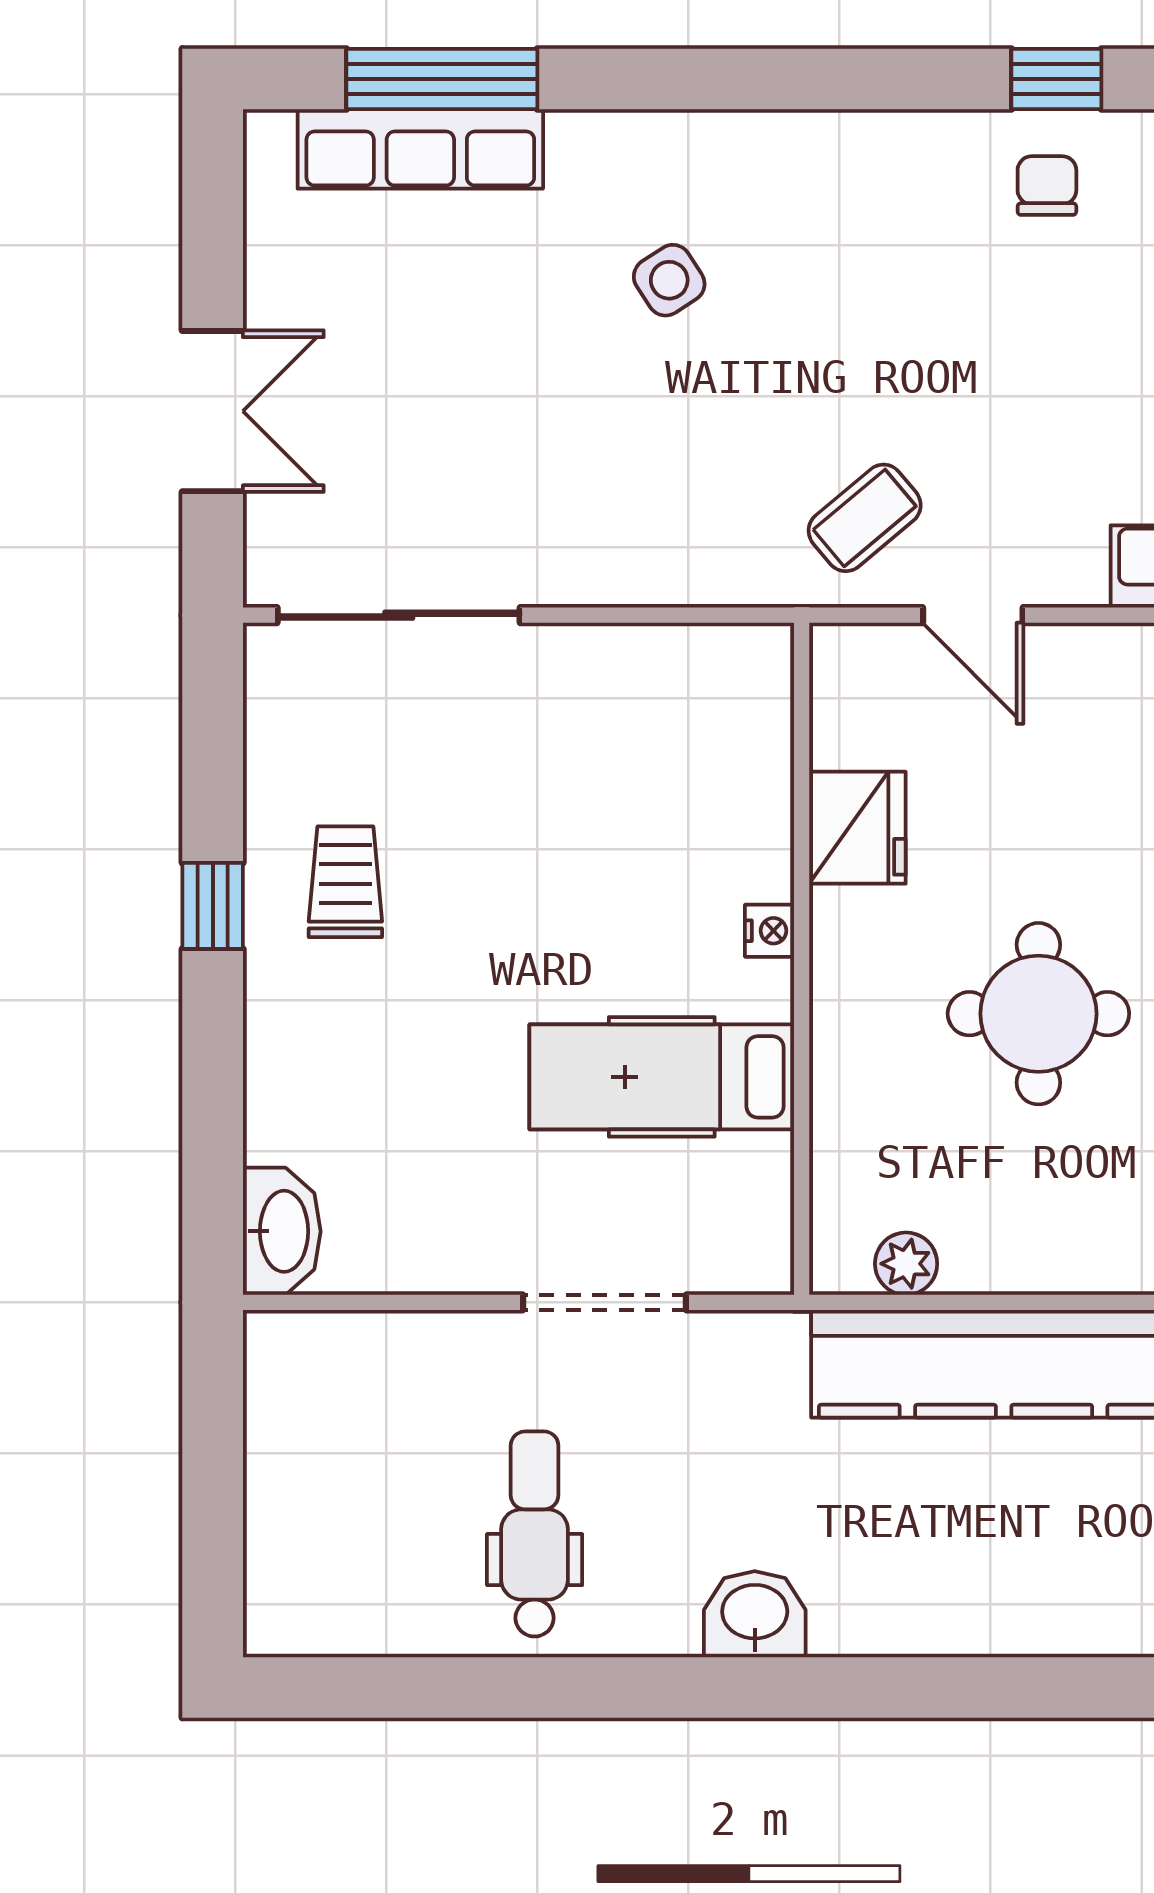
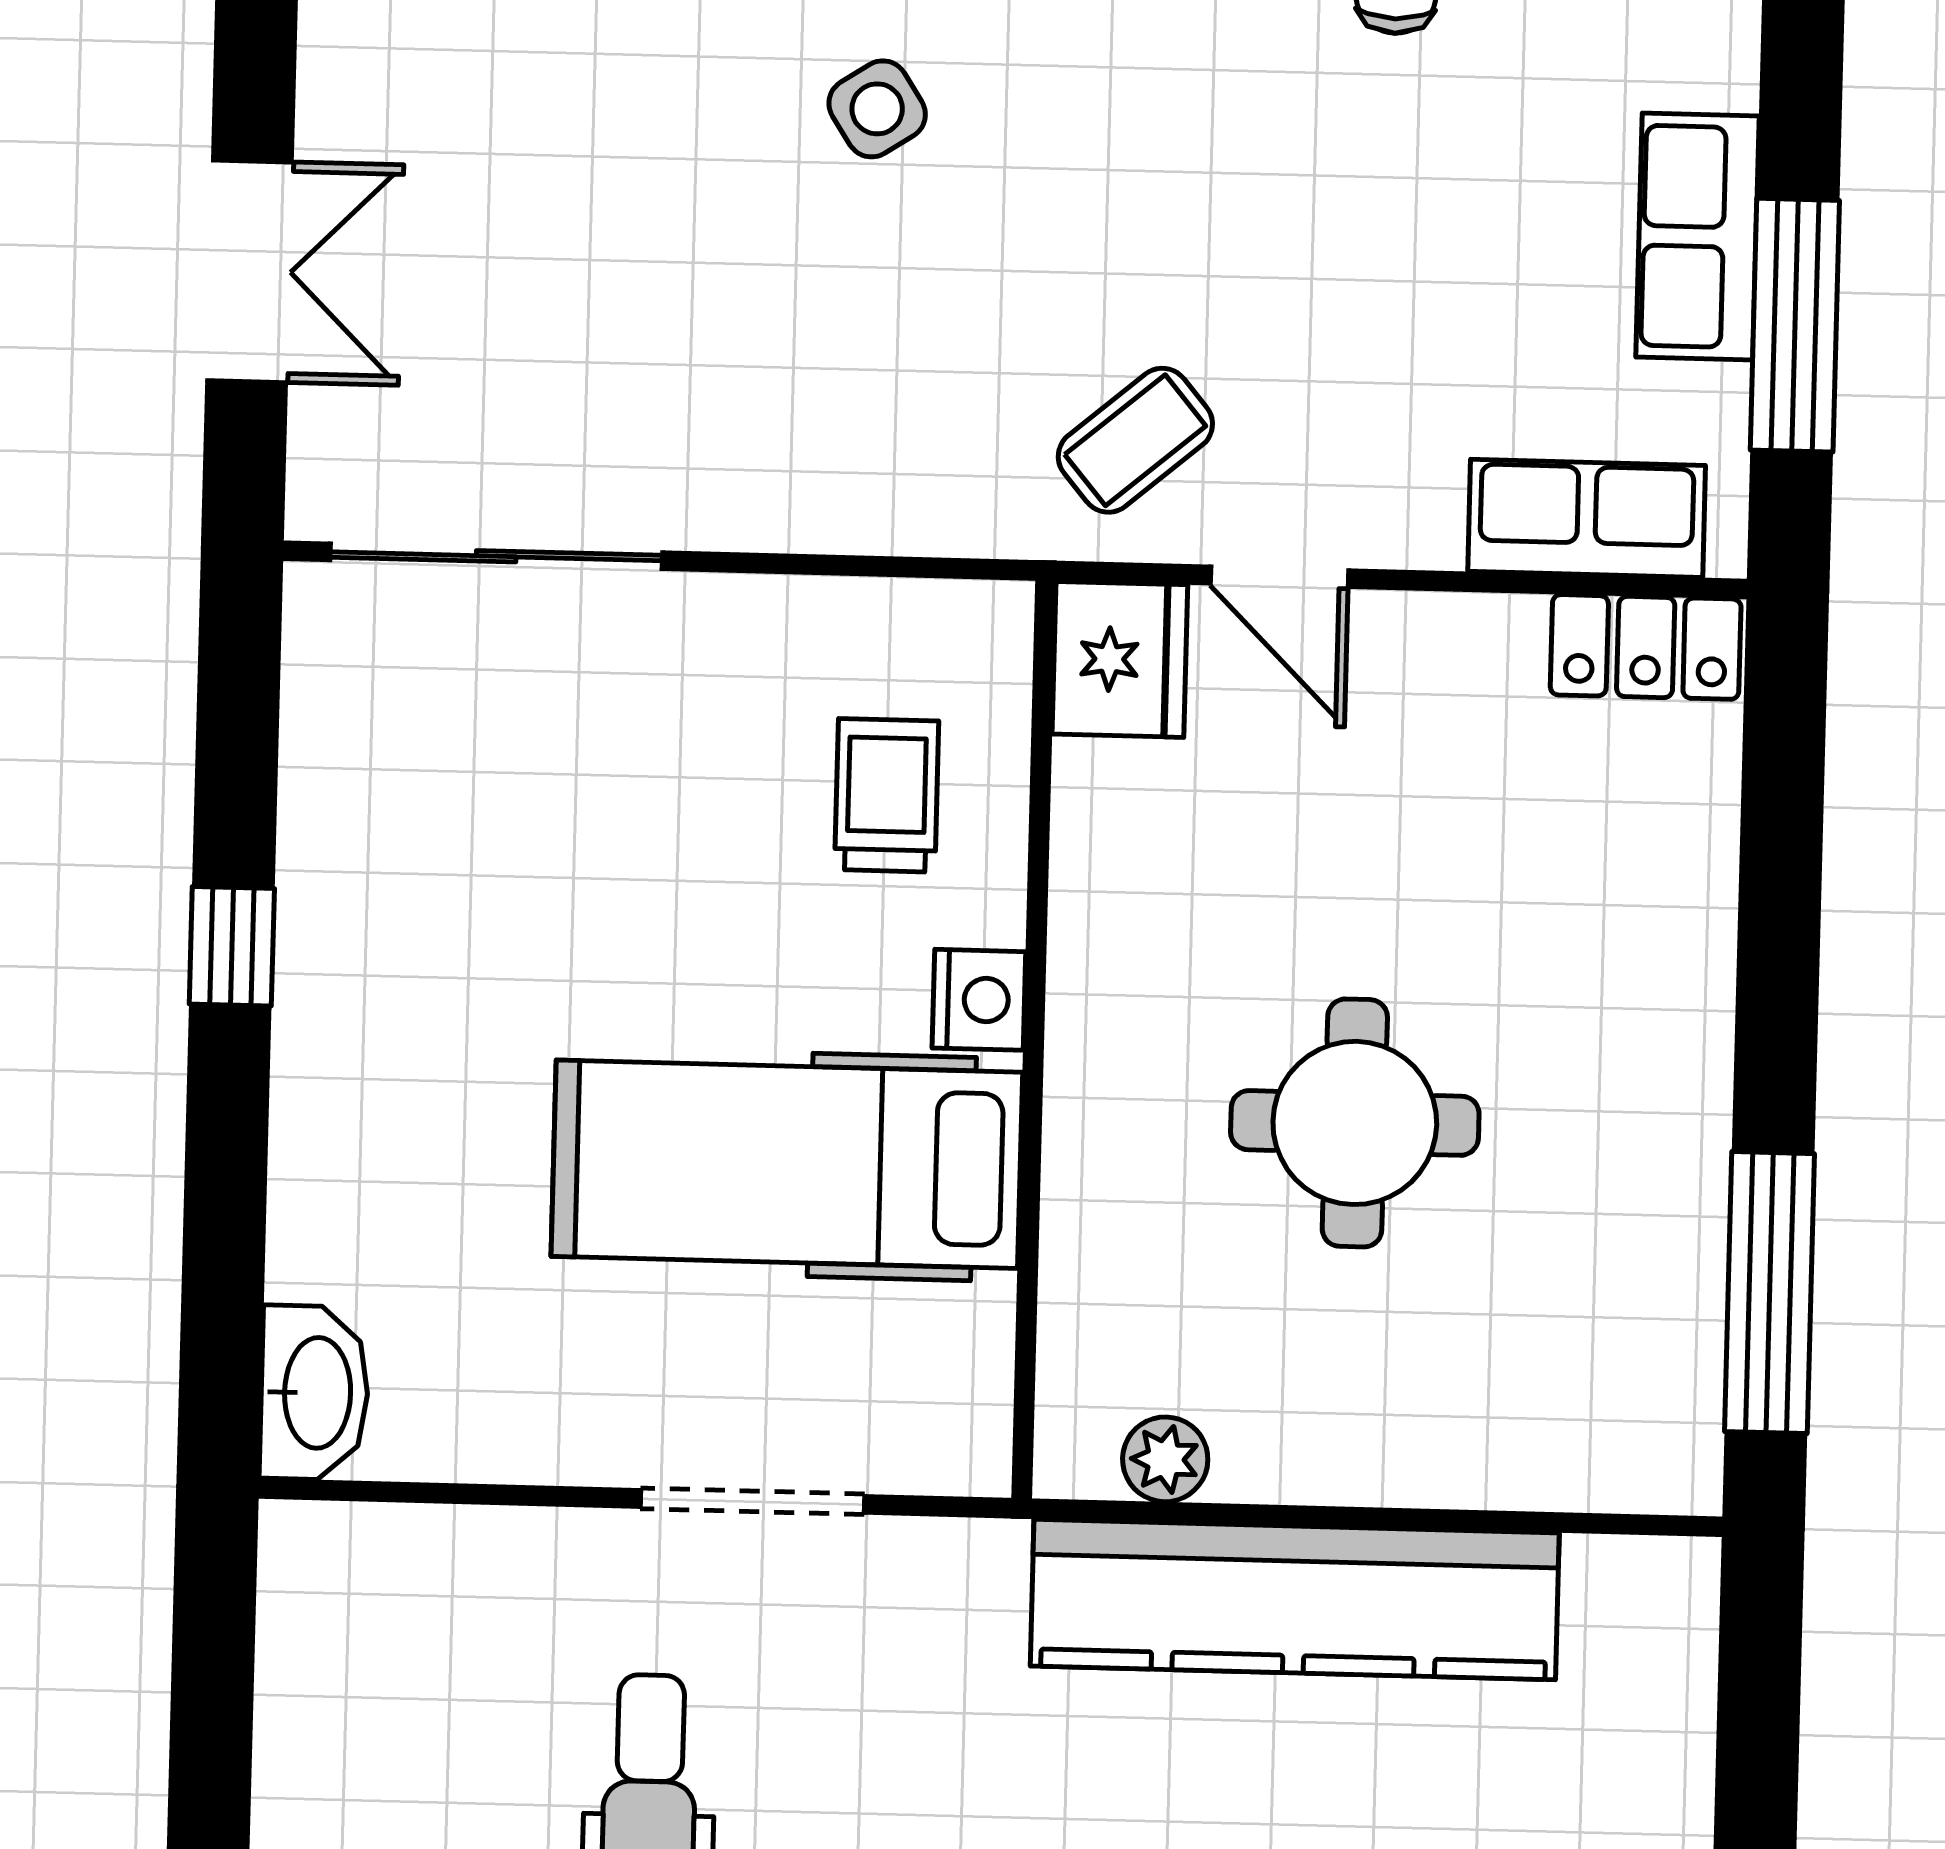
fridge: (857, 828) -> (1120, 659), moved
trolley: (345, 882) -> (887, 795), moved
nightstand: (770, 931) -> (979, 1000), width x1.39, depth x1.35
hospital bed: (662, 1077) -> (787, 1164), width x1.37, depth x1.29

